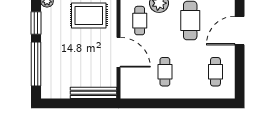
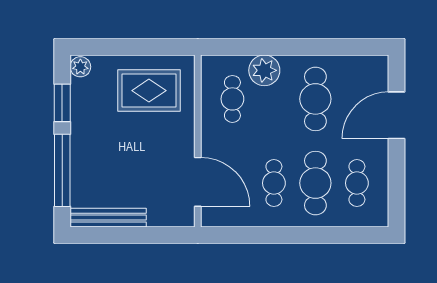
door: (119, 52) -> (198, 182), moved
cafe table: (190, 72) -> (315, 183), added
bench: (94, 93) -> (108, 218), moved

